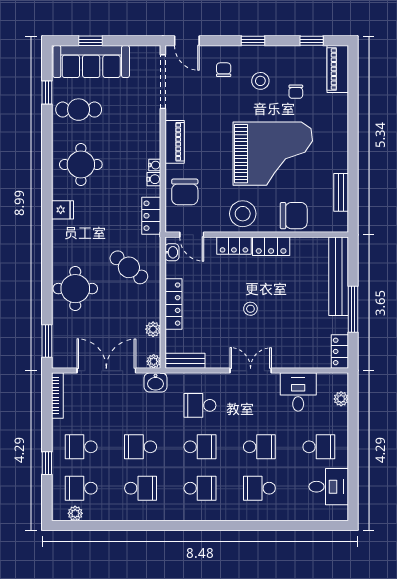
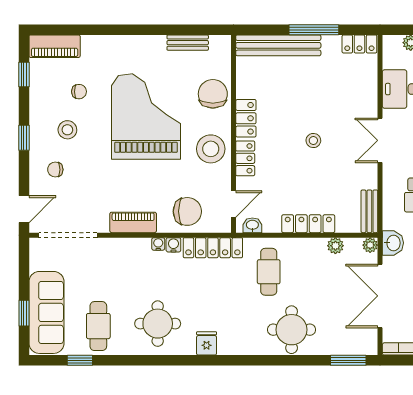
locker: (151, 216) -> (213, 248), width x1.53
cafe table: (129, 267) -> (269, 272), turned -39

